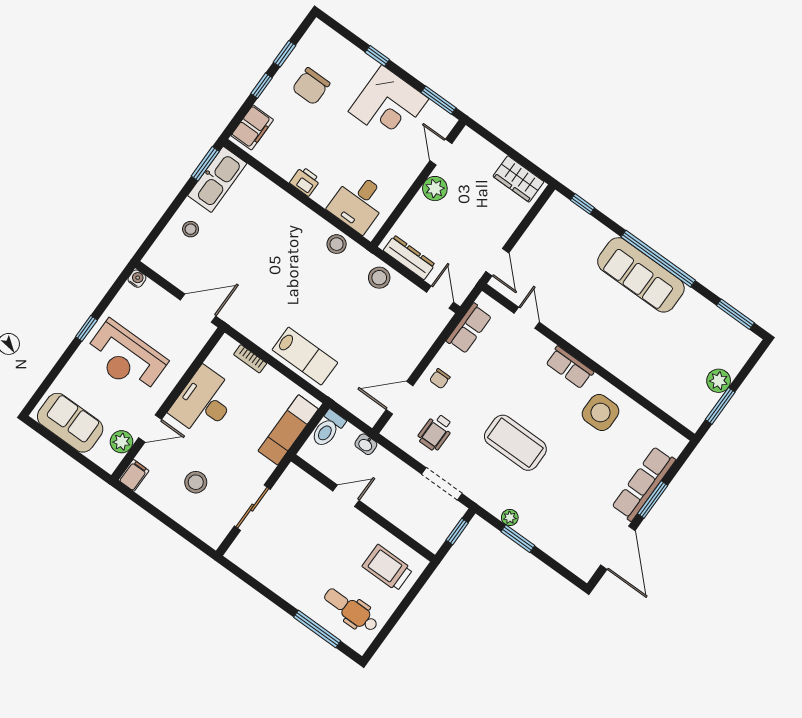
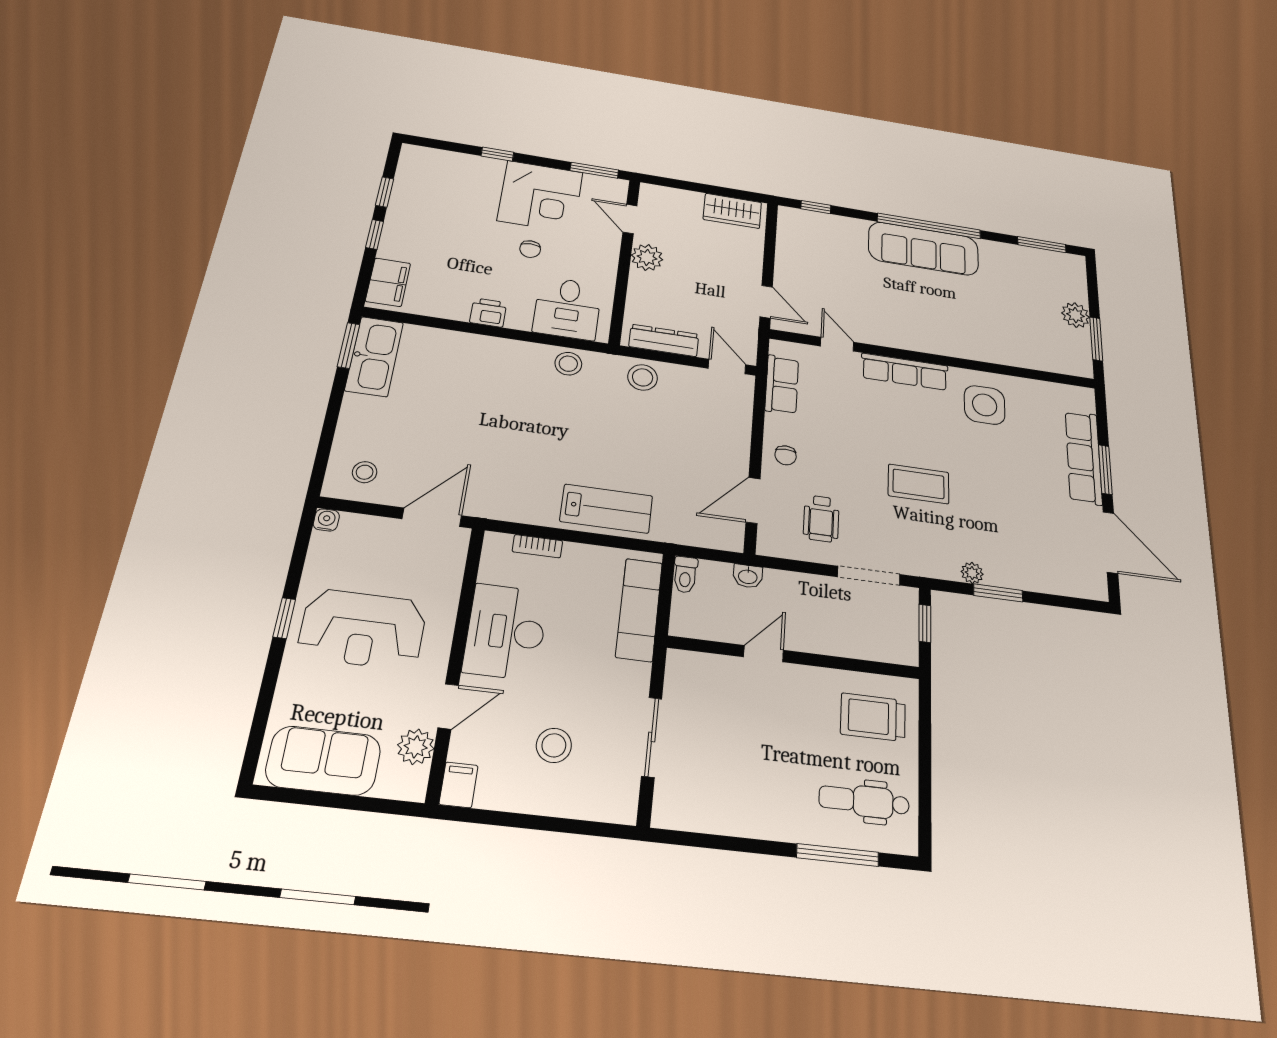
chair: (311, 86) -> (530, 249), moved, width x0.54, depth x0.54
stool: (191, 229) -> (365, 472), moved
row of seats: (570, 367) -> (905, 372), width x1.48
toilet: (328, 429) -> (685, 575), width x0.73, depth x0.72
coffee table: (515, 443) -> (919, 484), width x0.73, depth x0.76

